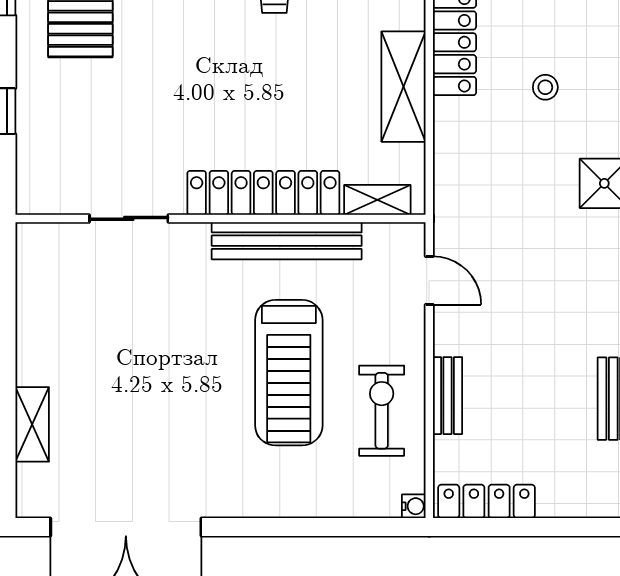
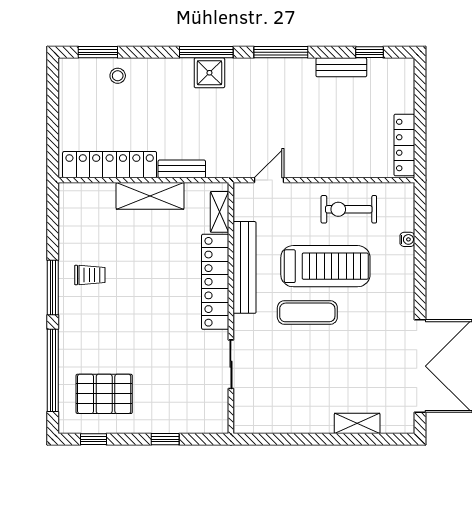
stool: (545, 87) -> (118, 76), moved
exercise mat: (213, 343) -> (307, 312), added
bench: (447, 396) -> (182, 169), moved
water cooler: (414, 506) -> (407, 239), moved, turned 90

